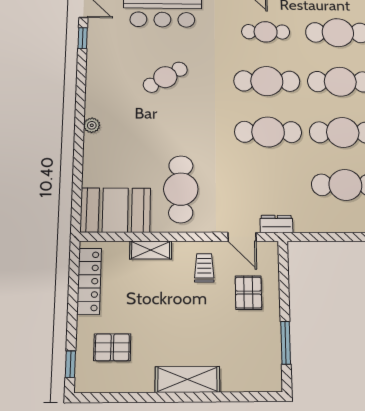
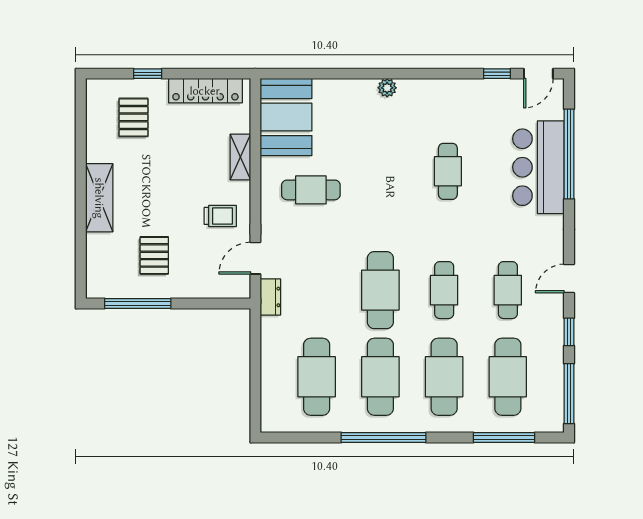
cafe table: (165, 77) -> (448, 171), turned 32
cafe table: (267, 81) -> (444, 290), width x0.73, depth x0.74
cafe table: (181, 189) -> (311, 190), width x0.73, depth x0.74
pallet: (248, 293) -> (154, 255), moved, turned 90
window: (286, 343) -> (138, 303), width x1.44
window: (70, 364) -> (148, 74), moved

